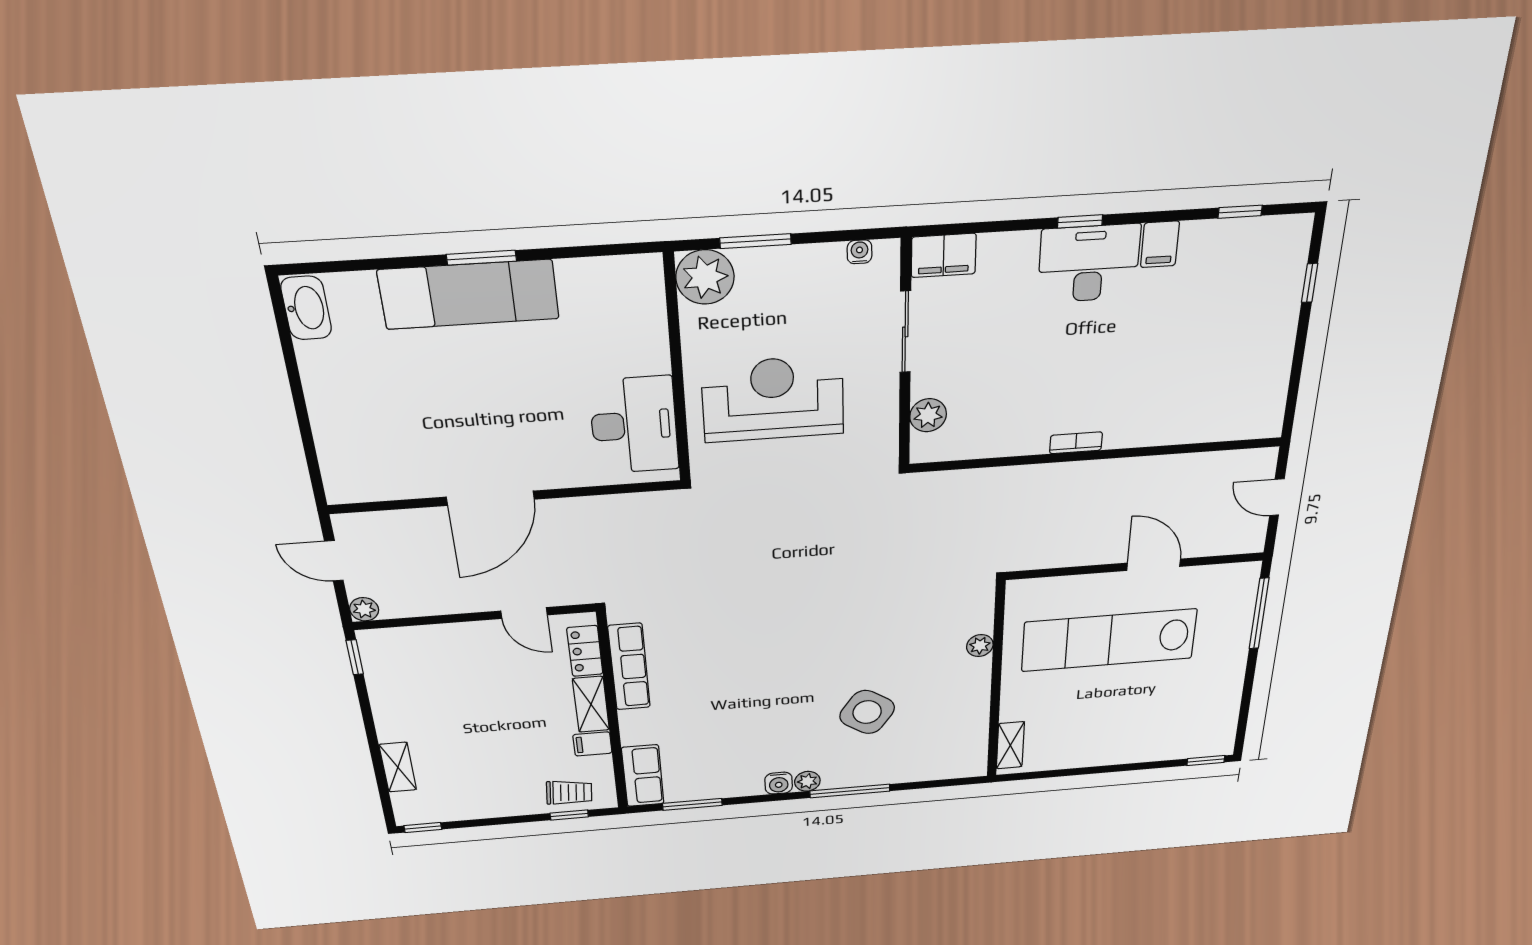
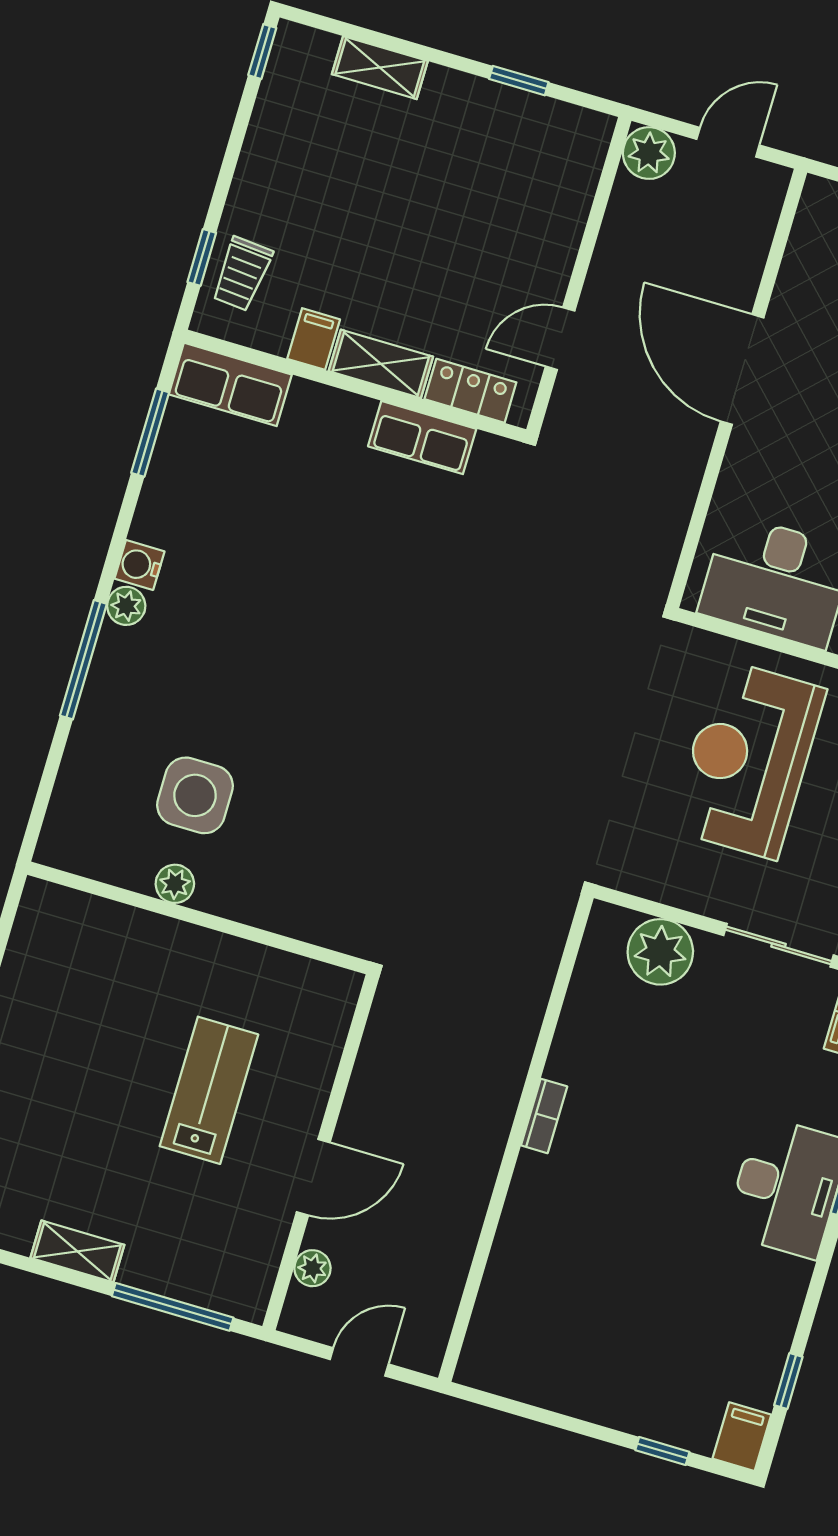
filing cabinet: (1160, 244) -> (742, 1437), moved, turned 90
reception desk: (773, 399) -> (748, 759), turned 180
plant: (928, 415) -> (660, 952), width x1.36, depth x1.36
plant: (1217, 545) -> (312, 1268), added
plant: (364, 609) -> (649, 153), width x1.38, depth x1.38
lab bench: (1109, 640) -> (209, 1090), width x0.54, depth x0.72
plant: (980, 646) -> (175, 884), moved
window: (355, 657) -> (519, 81), moved
row of seats: (629, 667) -> (422, 438), width x0.68
side table: (867, 712) -> (195, 795), moved, turned -34
shelving: (1010, 745) -> (77, 1251), moved

